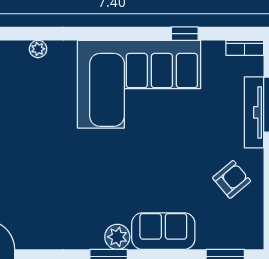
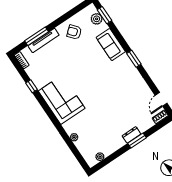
corner sofa: (139, 84) -> (62, 100), width x0.73, depth x0.74
plant: (117, 237) -> (97, 19), moved

